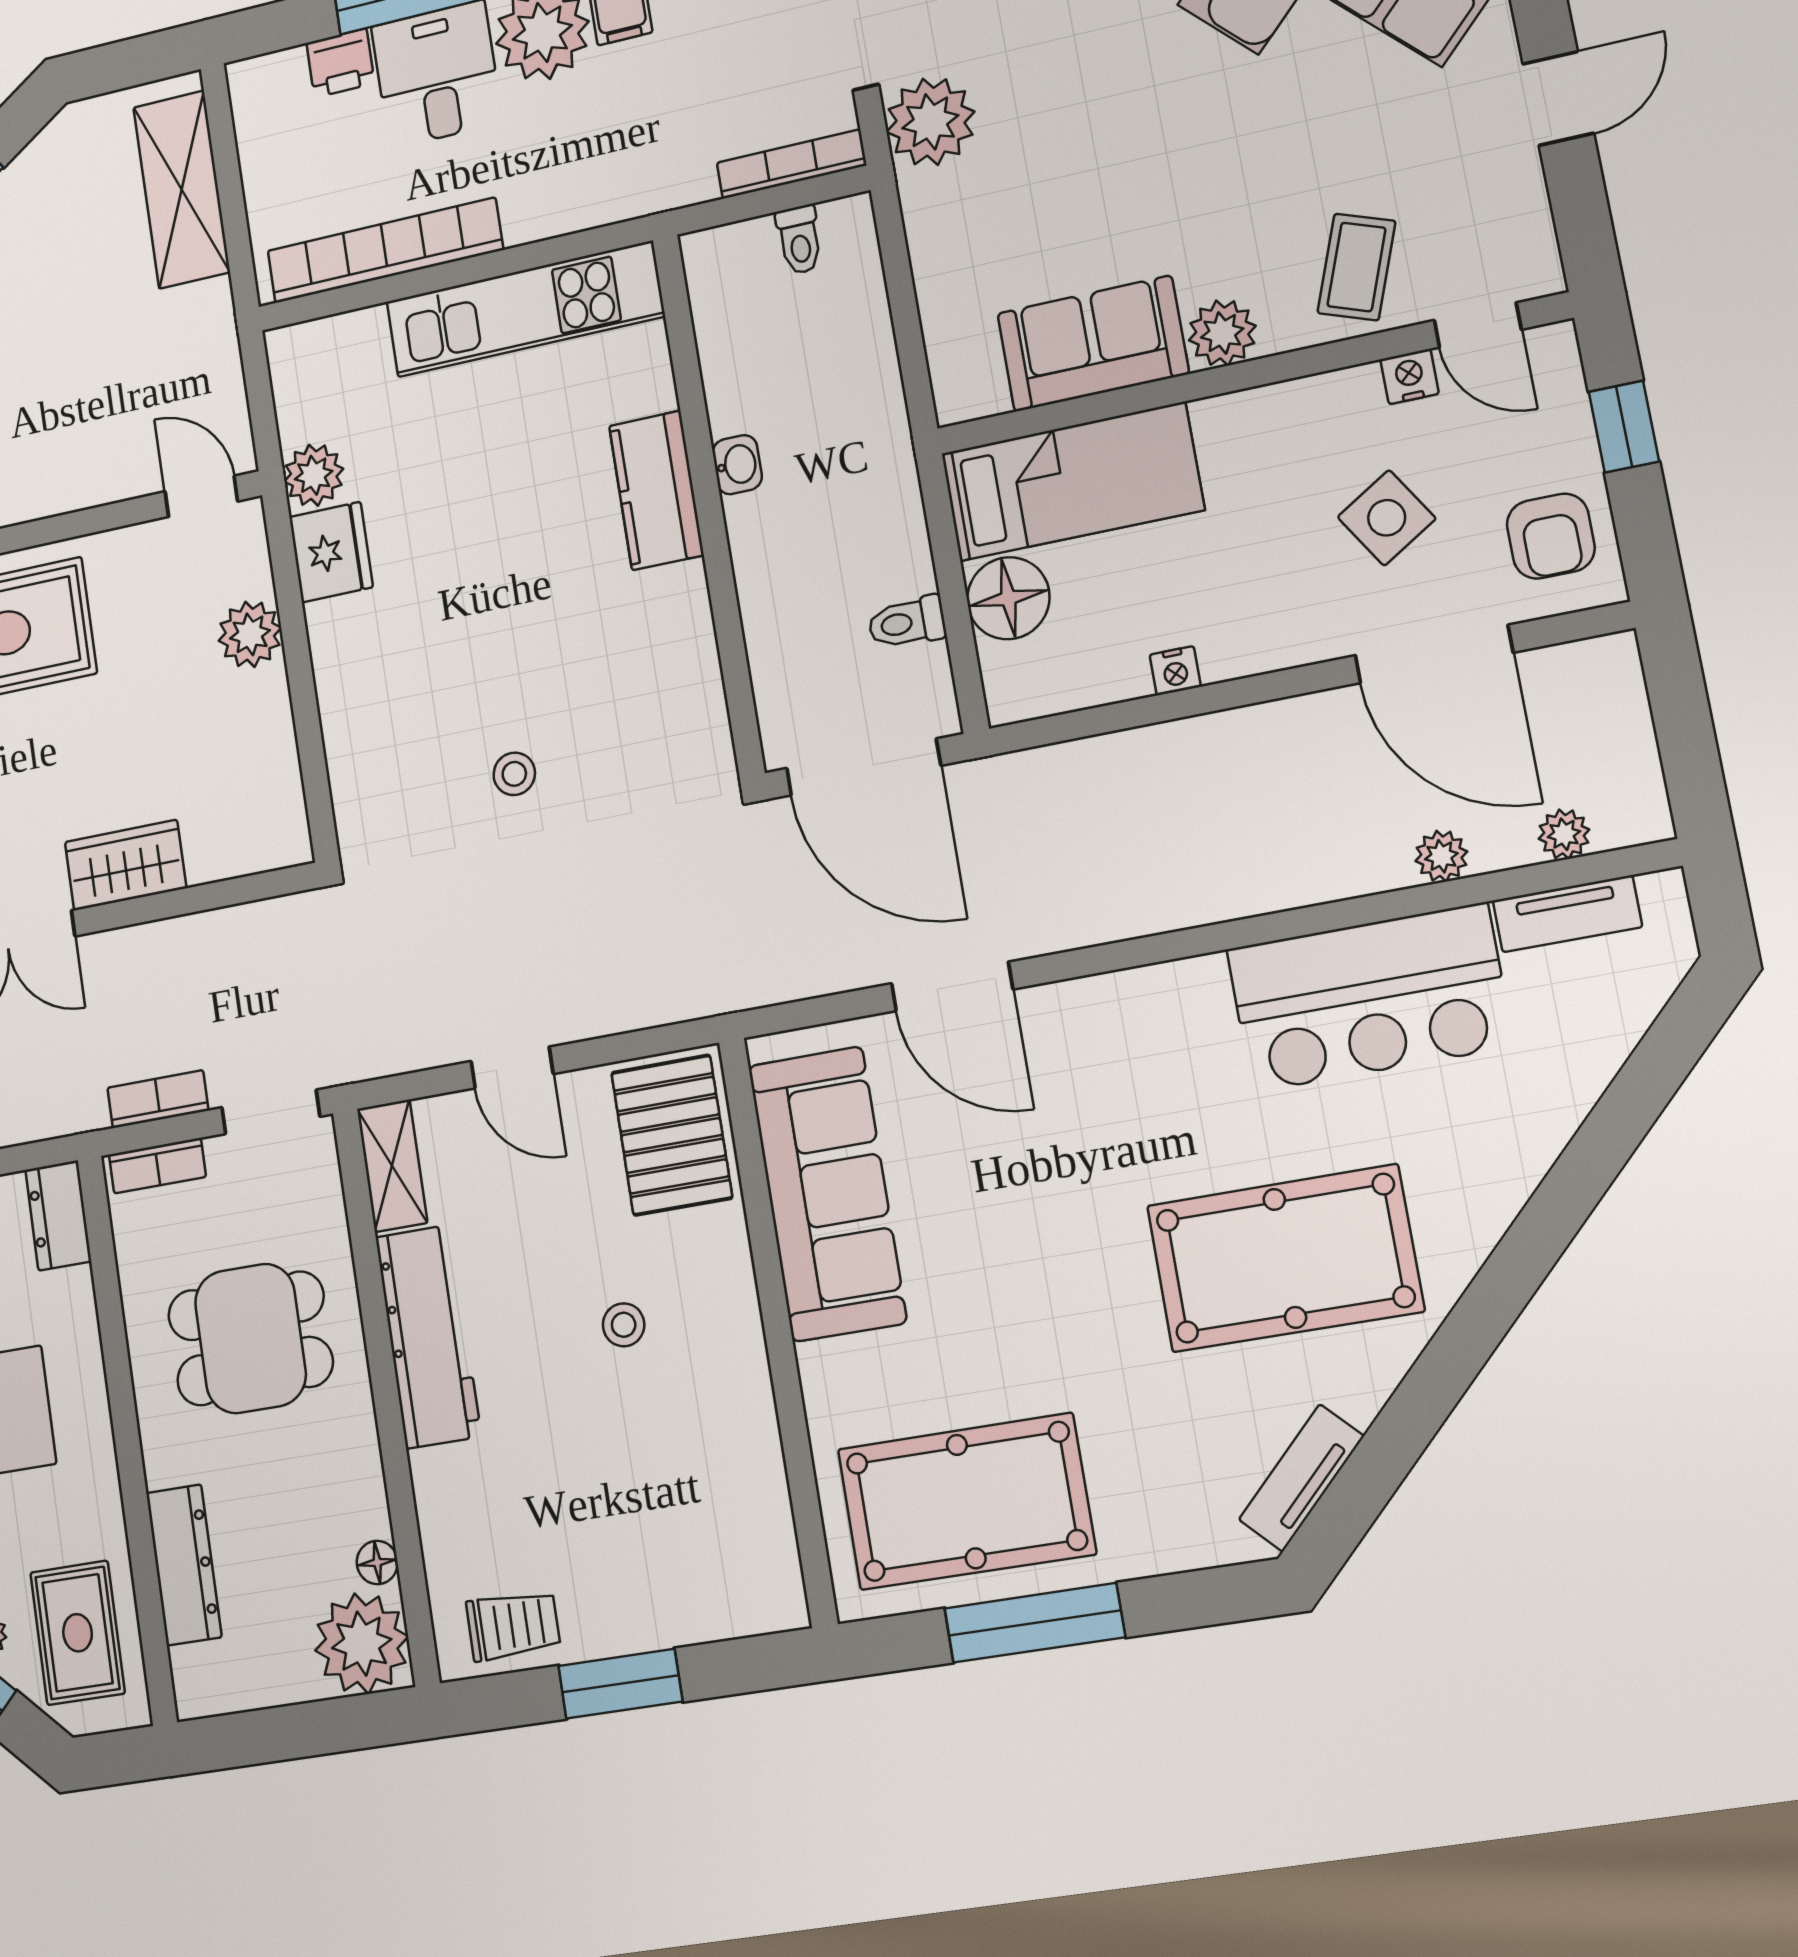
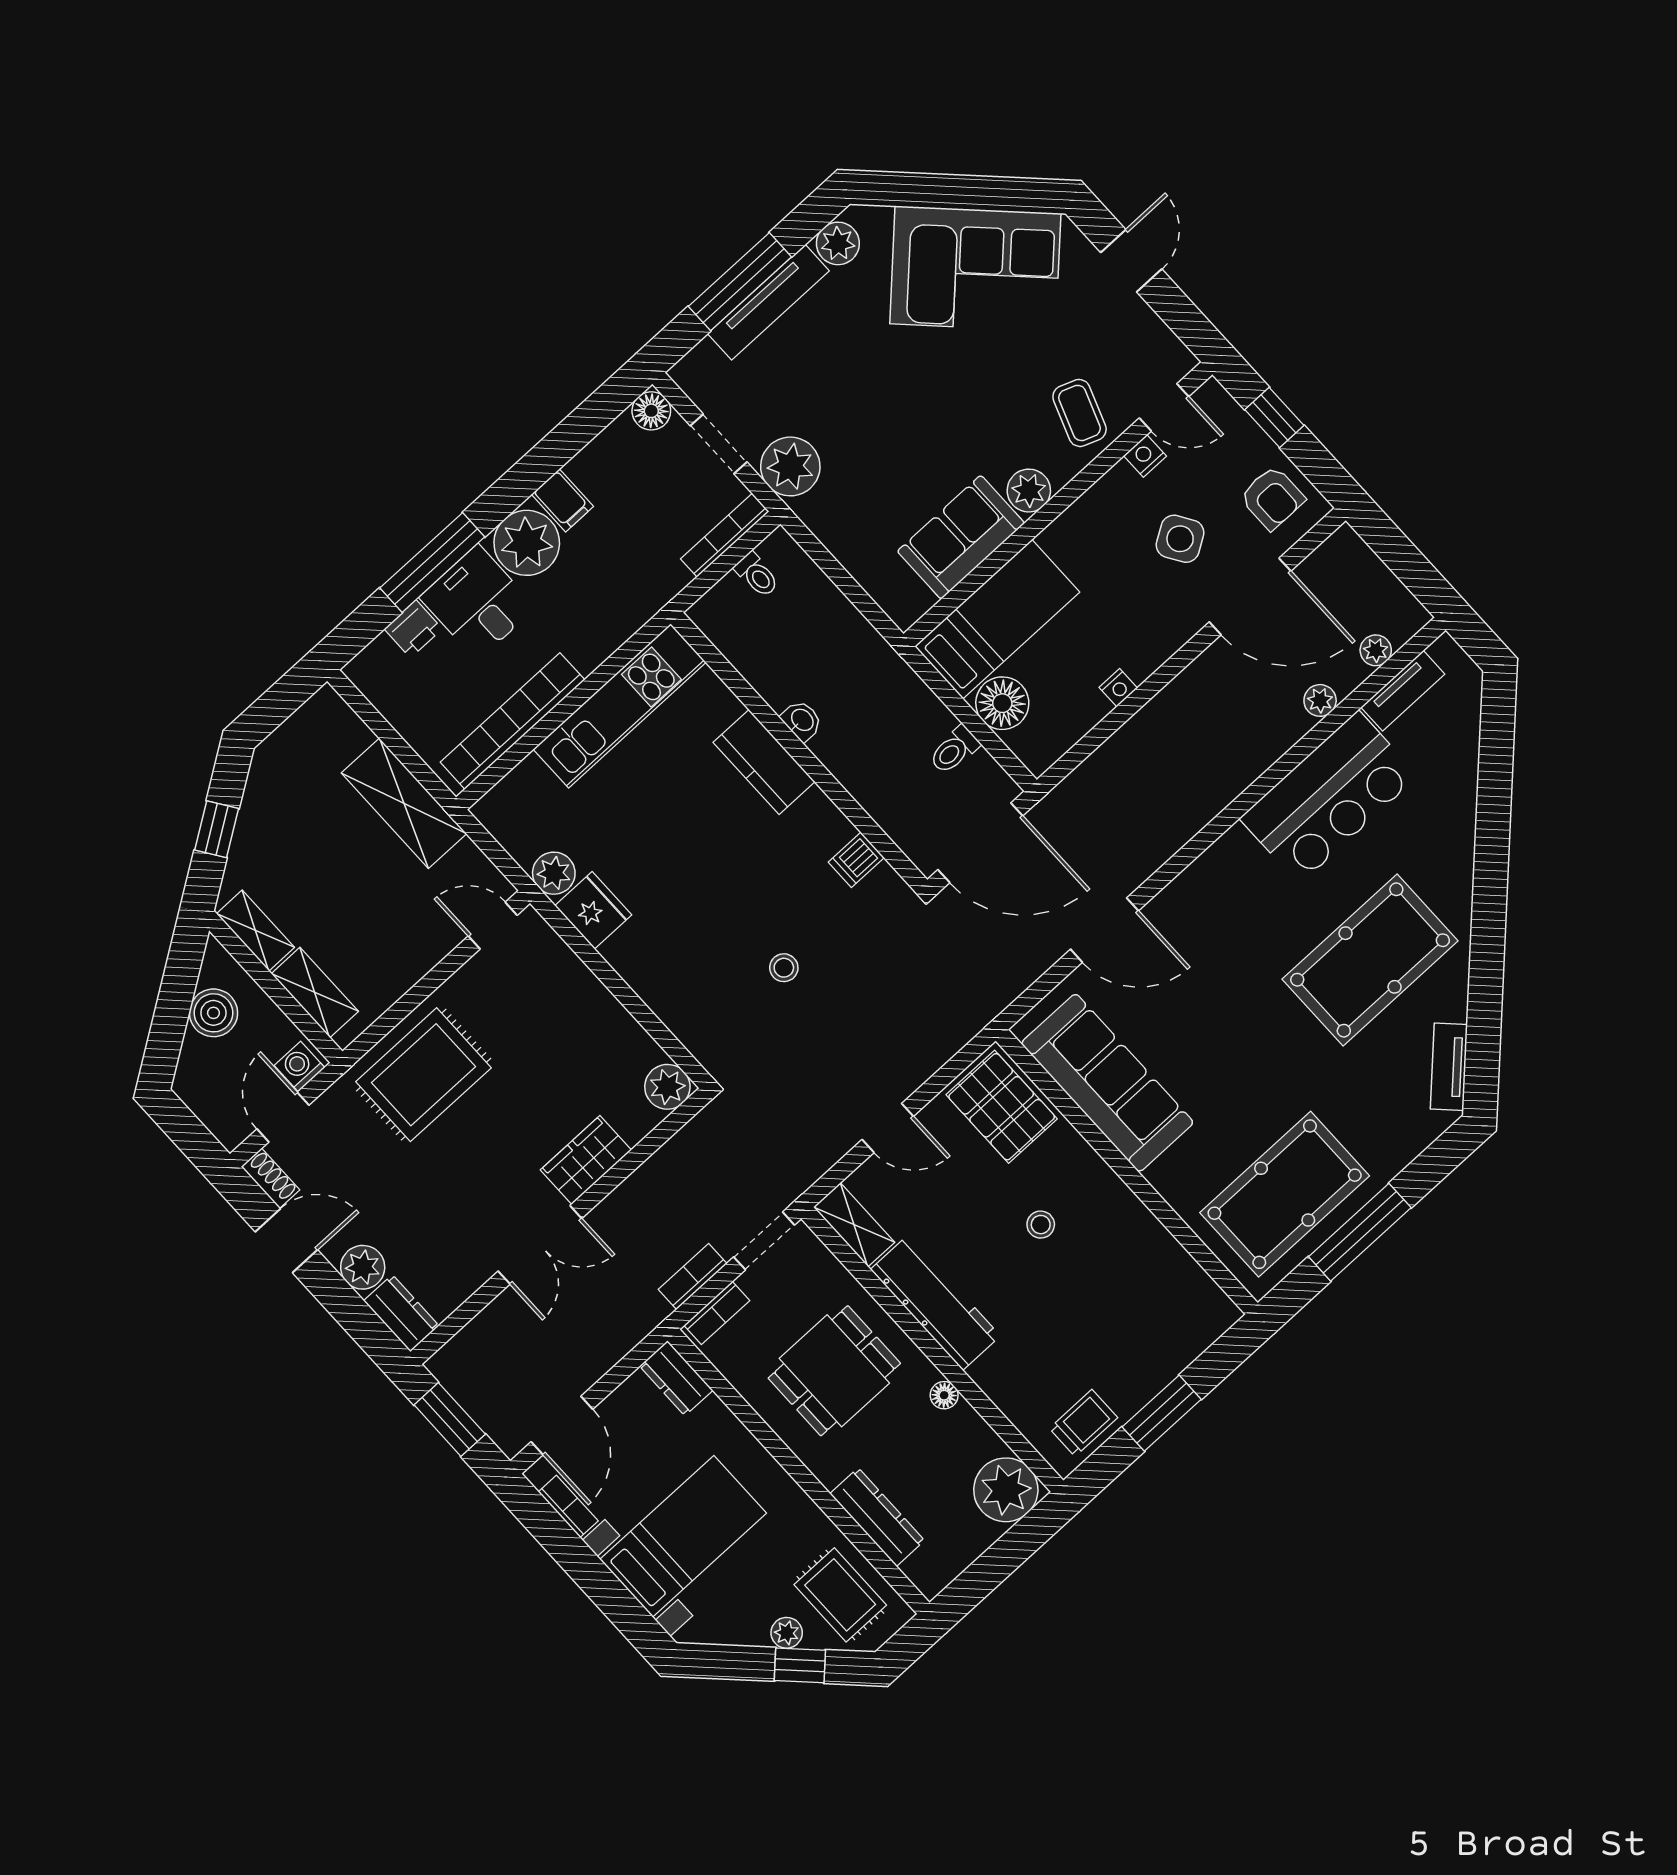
shelving: (182, 189) -> (404, 803), moved
plant: (250, 634) -> (667, 1087), moved
dishwasher: (692, 690) -> (856, 860), added
floor lamp: (377, 1562) -> (944, 1395), moved

